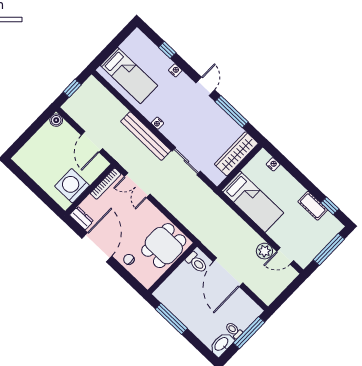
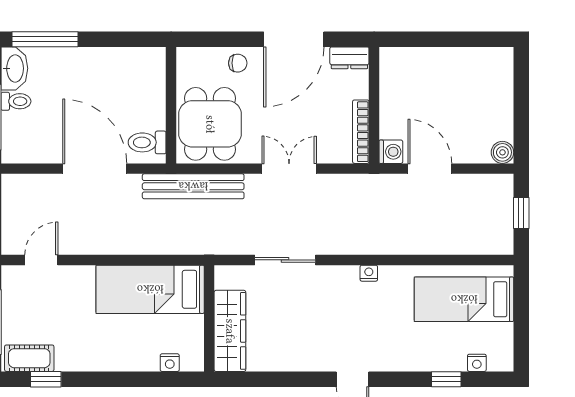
nightstand: (175, 70) -> (477, 363), moved
window: (232, 112) -> (288, 379), removed
bench: (146, 136) -> (193, 186), moved
double door: (137, 185) -> (289, 169), moved
washing machine: (72, 186) -> (391, 152), moved, width x0.53, depth x0.53
cot: (313, 206) -> (29, 358), moved
door: (97, 247) -> (294, 39), hinge flipped
plant: (264, 251) -> (74, 241), removed
window: (171, 319) -> (45, 39), moved

